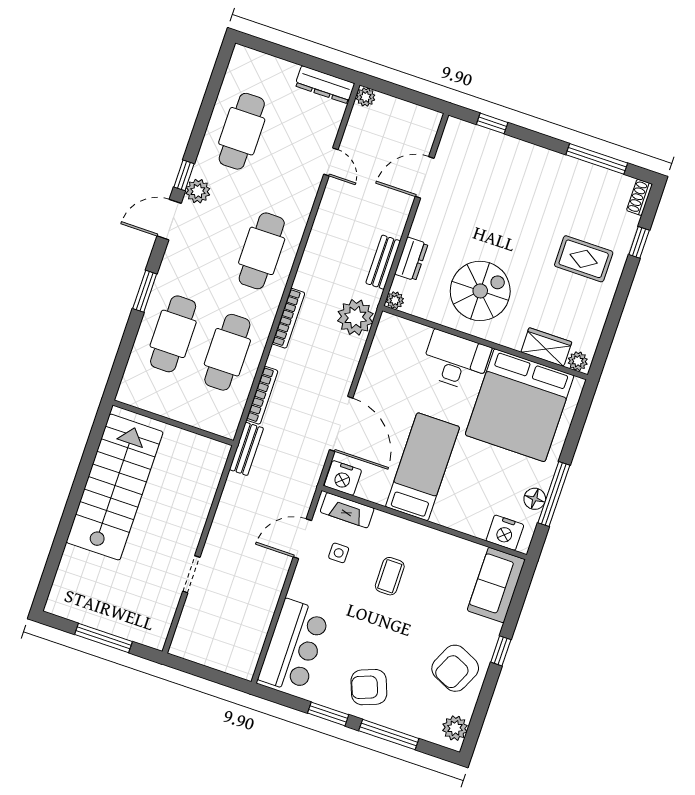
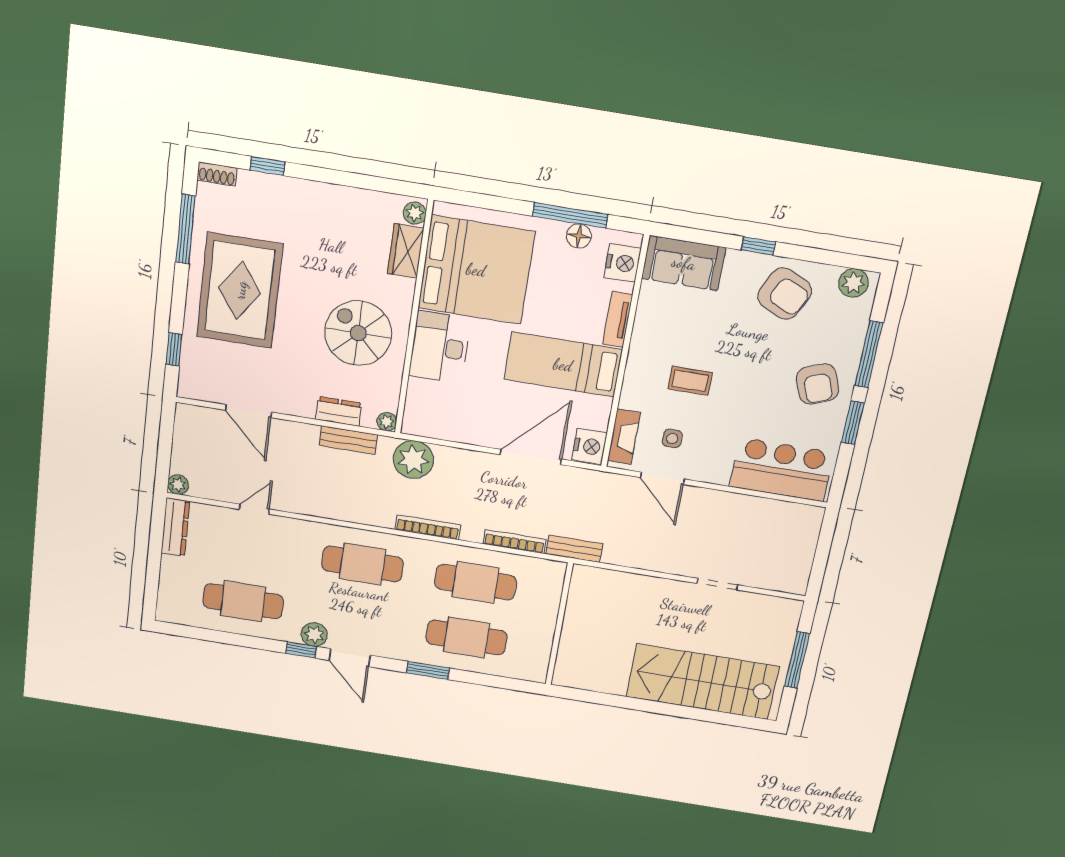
rug: (584, 259) -> (240, 290), moved, width x1.86, depth x2.06
stairs: (115, 487) -> (702, 682), moved
tv unit: (456, 521) -> (618, 319), added

